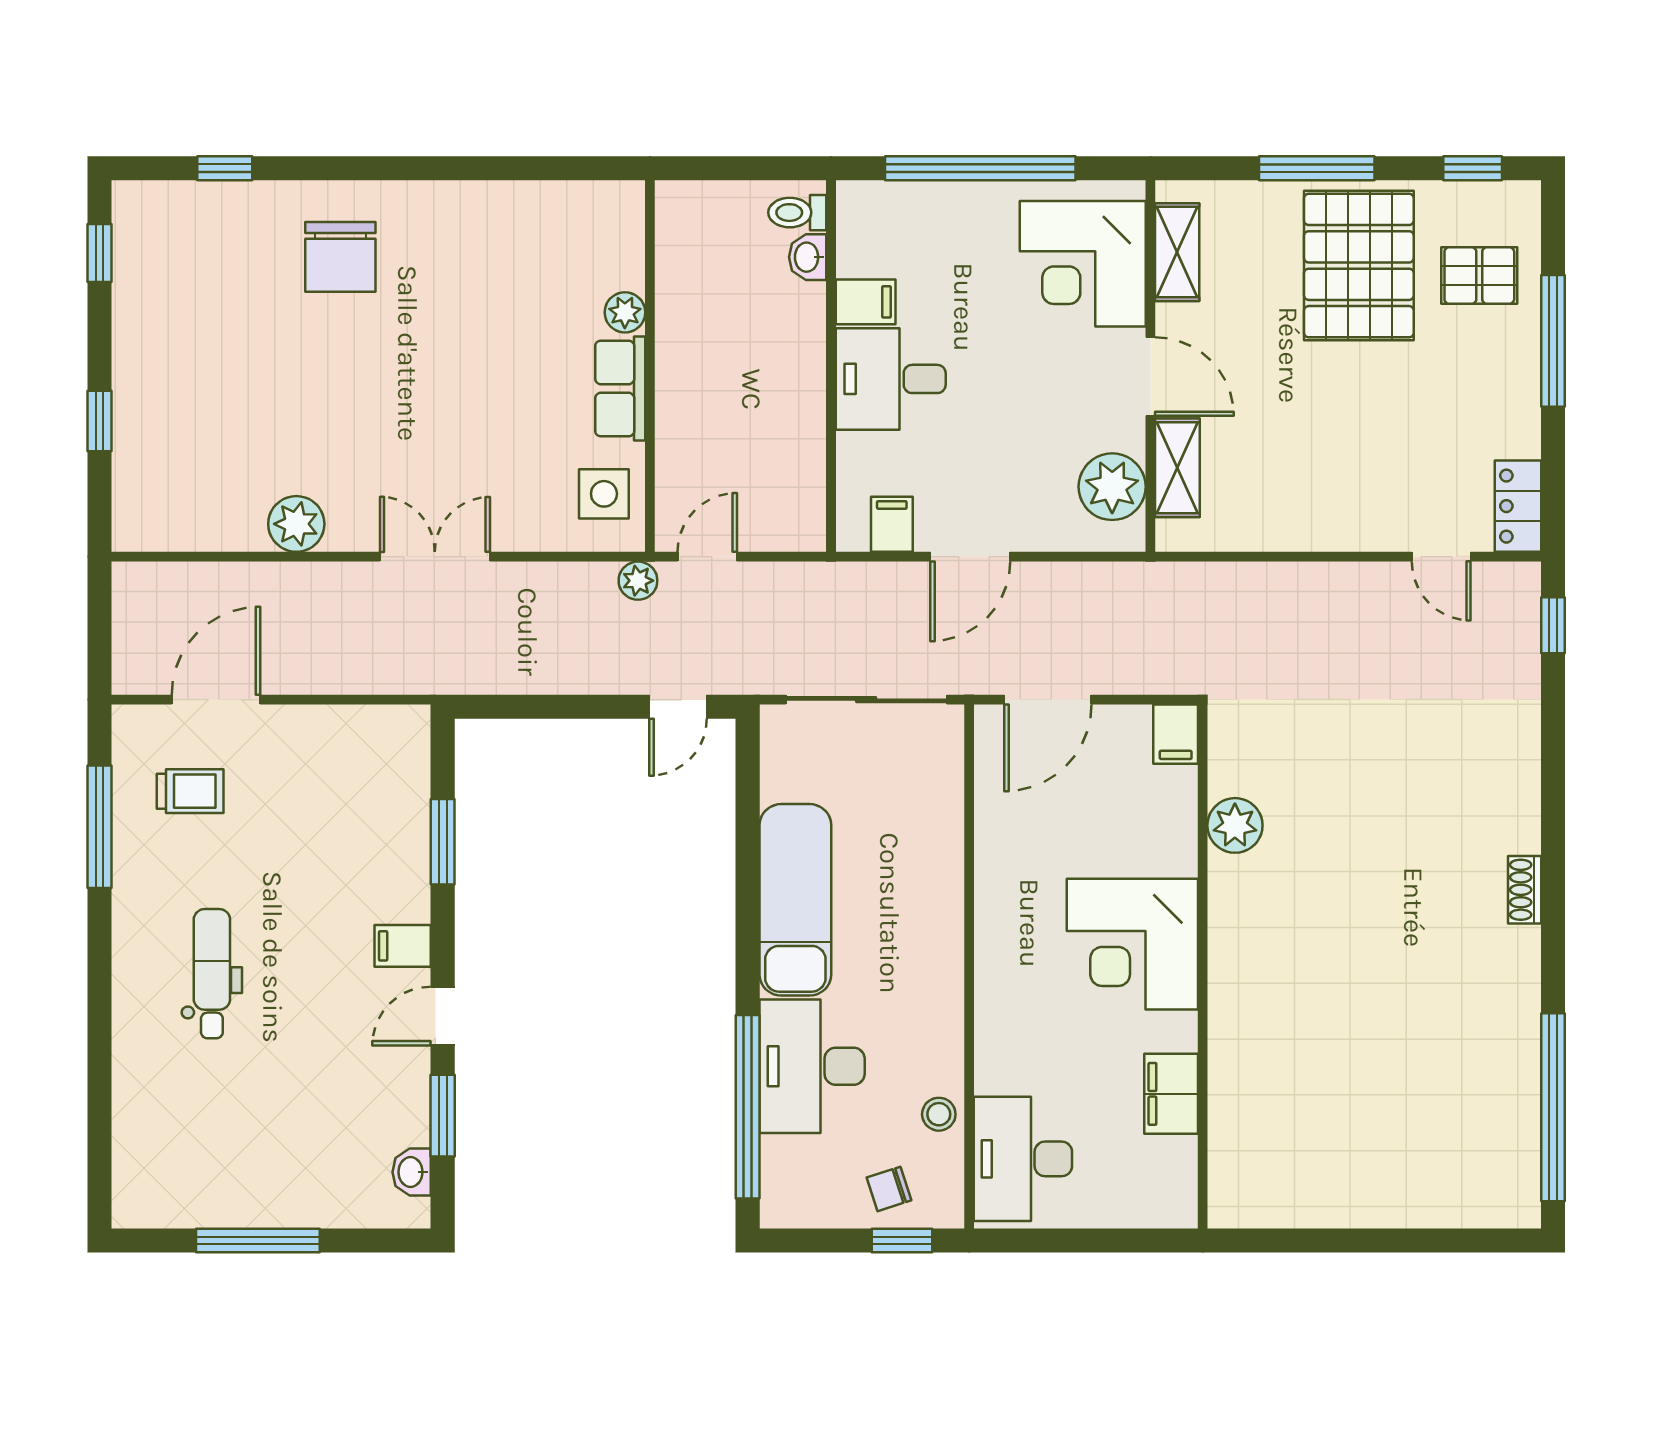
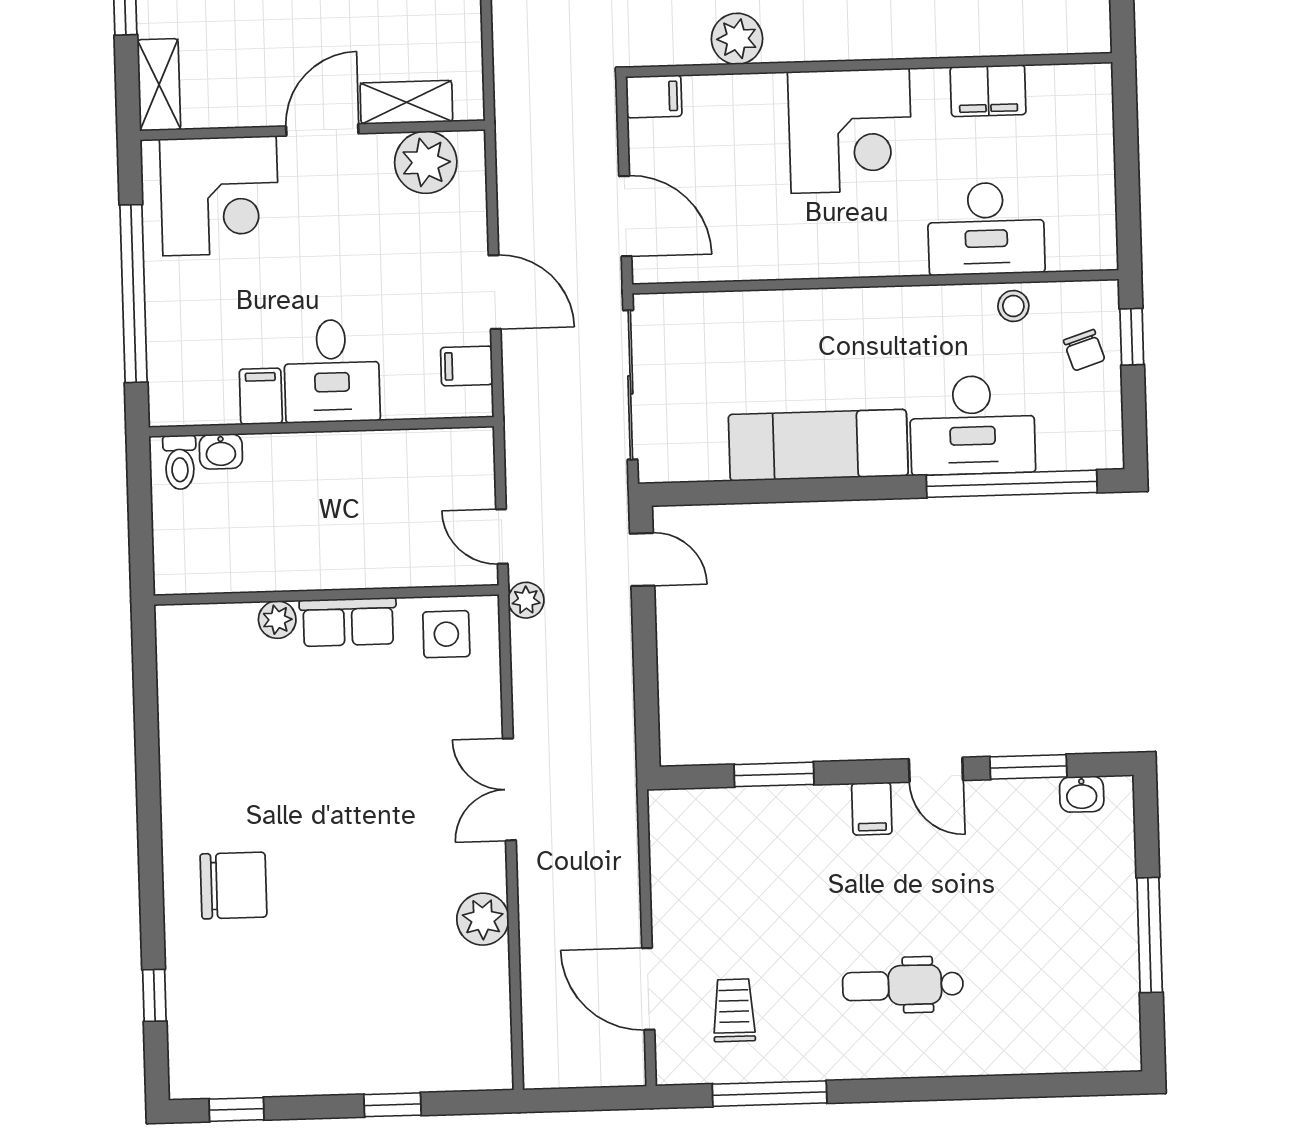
shelving: (1177, 252) -> (159, 85), moved, turned 90
desk: (1023, 1159) -> (986, 229), moved

